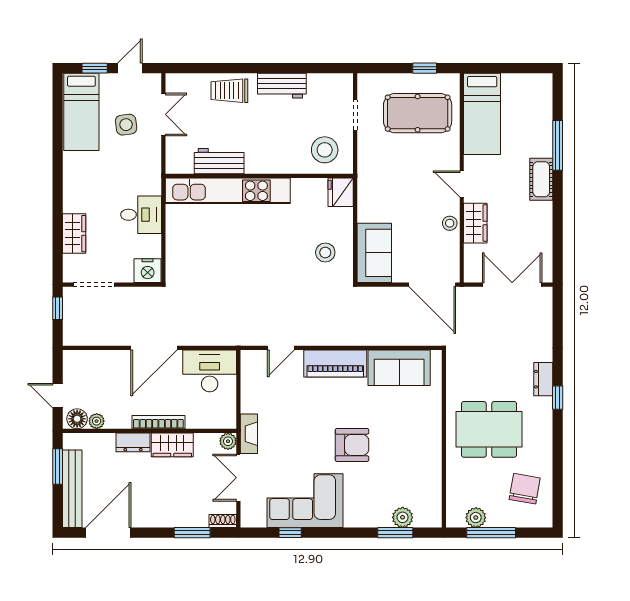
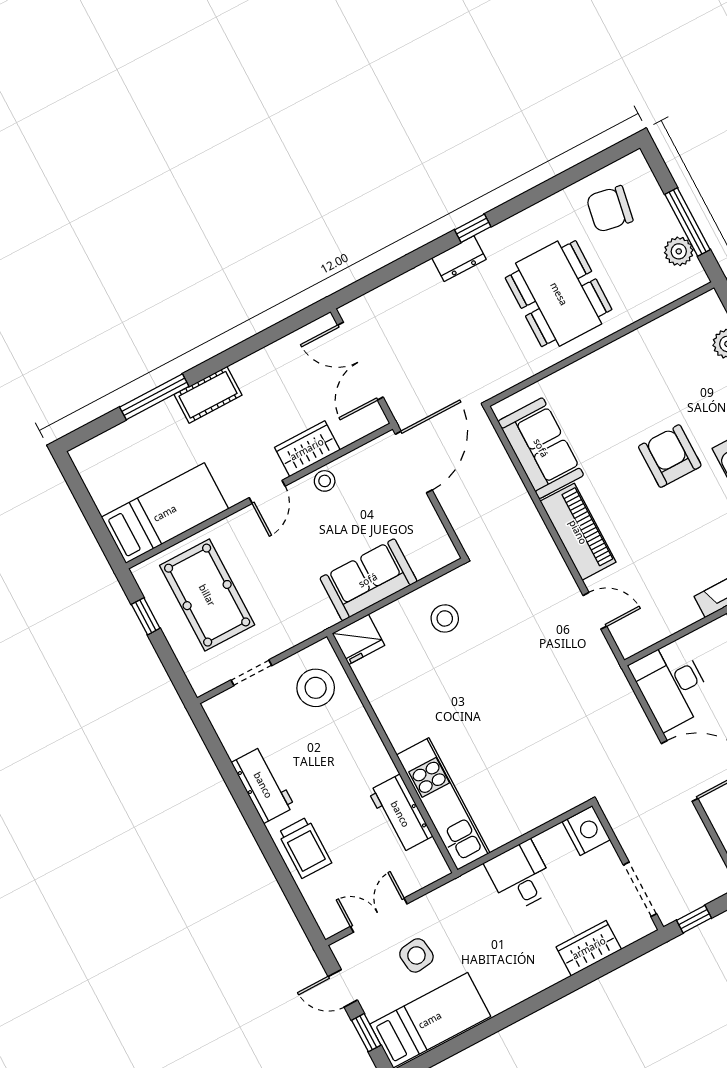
kitchen unit: (228, 191) -> (443, 804), width x0.73
sofa: (374, 253) -> (368, 580), moved

